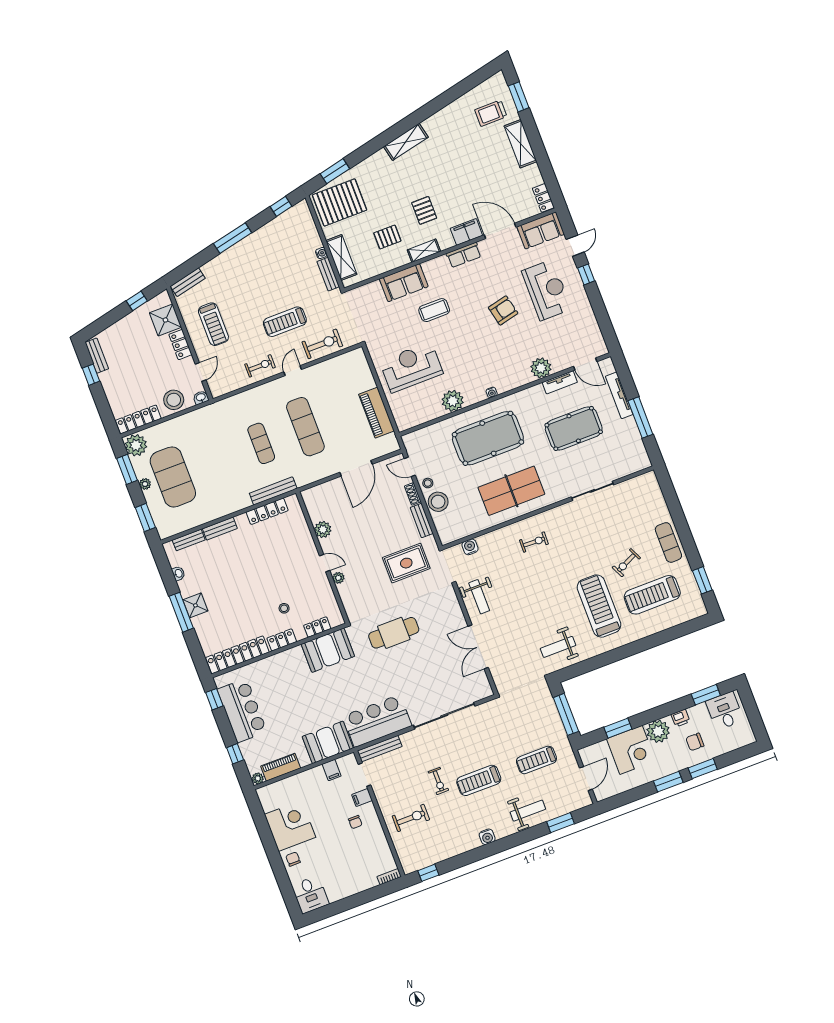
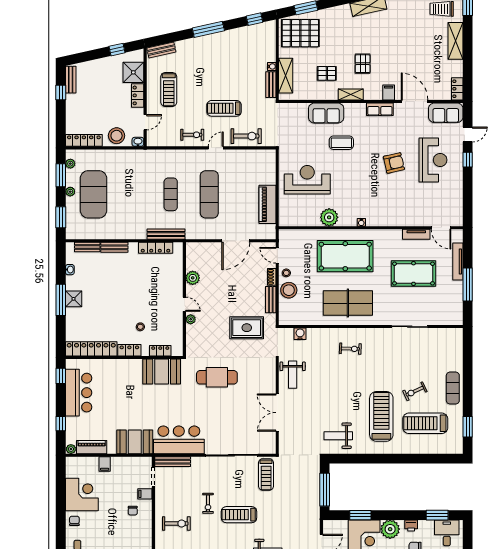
filing cabinet: (466, 232) -> (389, 92), width x0.50
plant: (541, 368) -> (406, 218), removed
plant: (136, 445) -> (70, 164), width x0.53, depth x0.53
treadmill: (536, 760) -> (266, 474), moved, turned -90
filing cabinet: (332, 770) -> (105, 464), moved

